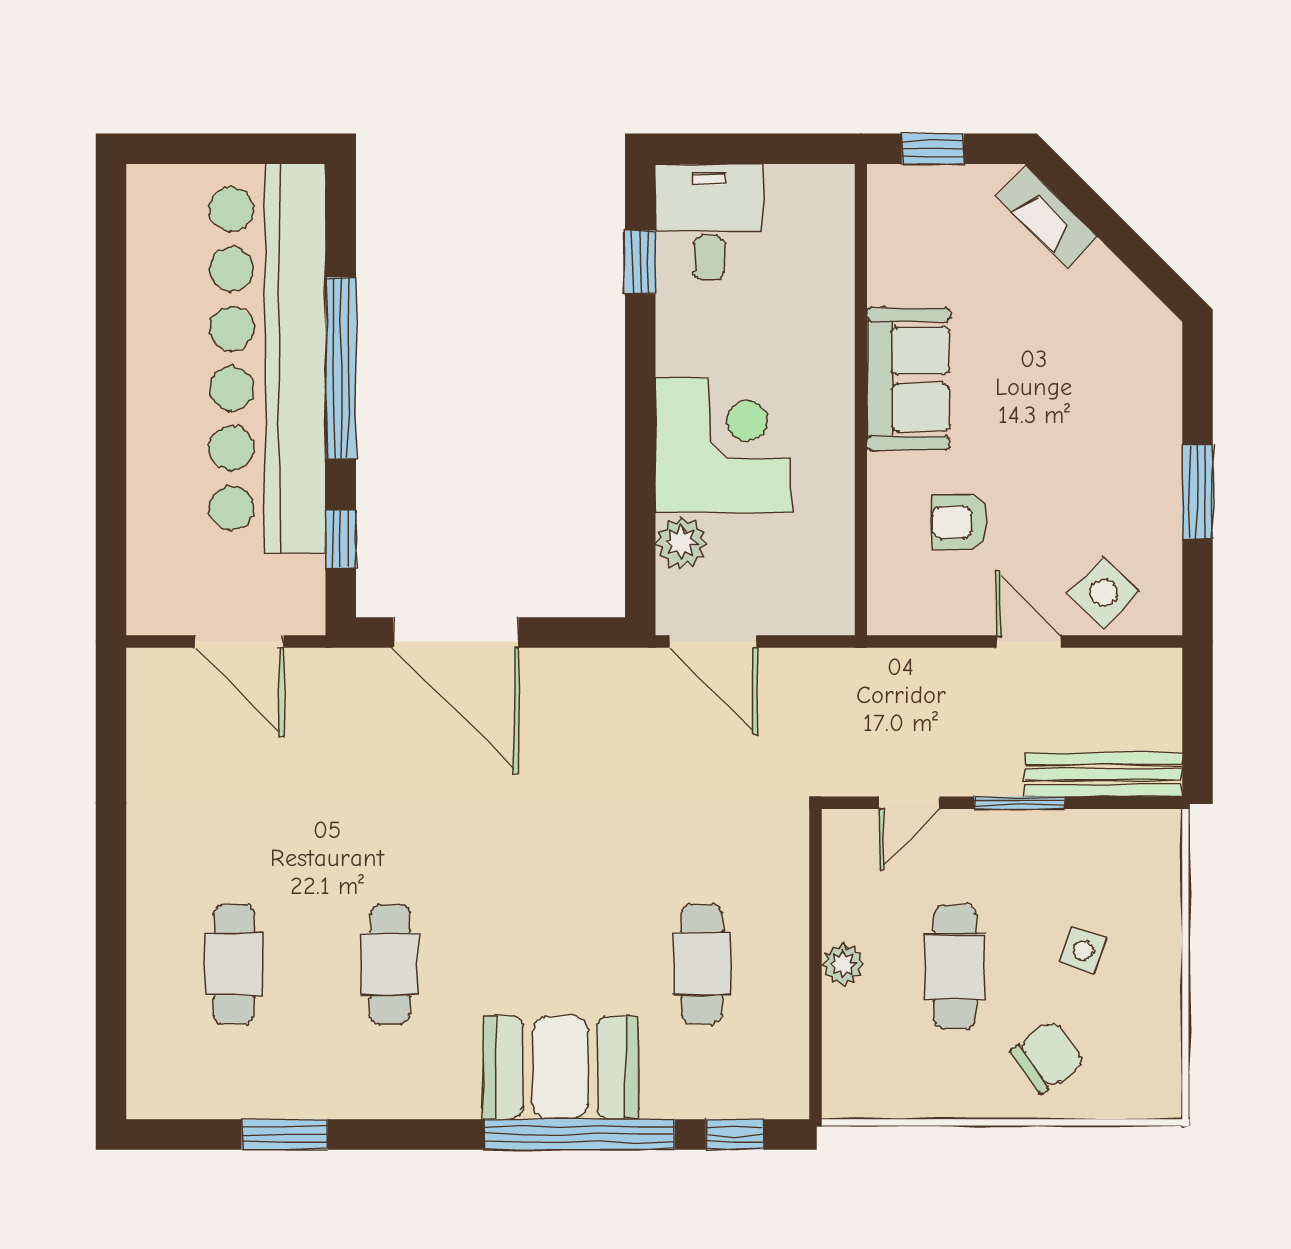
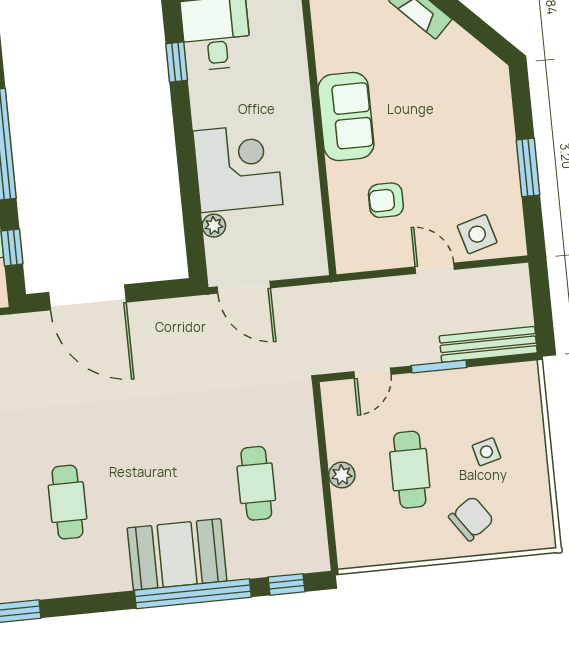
plant: (681, 543) -> (214, 226), width x0.73, depth x0.73
side table: (1103, 593) -> (477, 234), turned 30
side table: (1083, 950) -> (486, 452), turned -35

